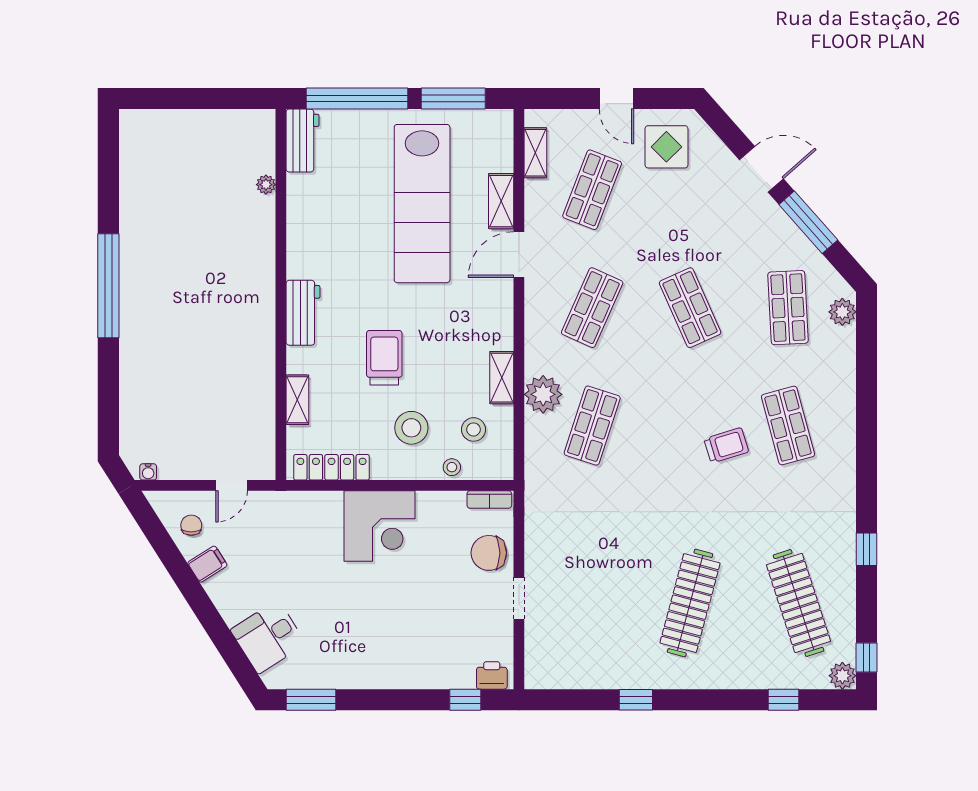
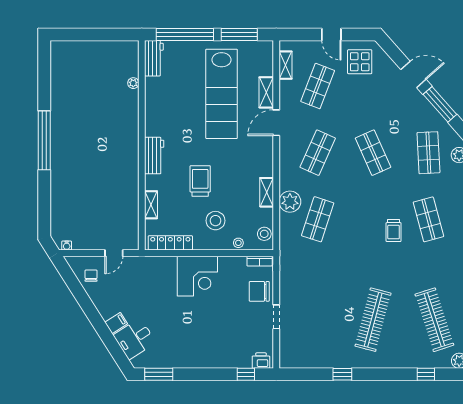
stool: (474, 429) -> (264, 234), moved
trolley: (726, 445) -> (394, 231), turned 107
filing cabinet: (207, 564) -> (116, 323), moved

